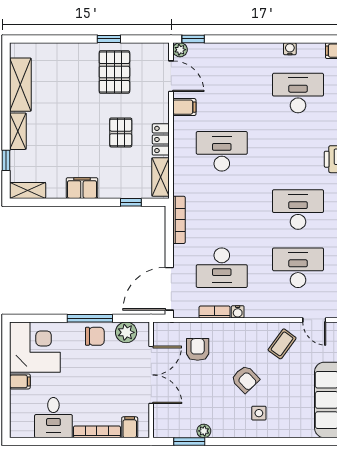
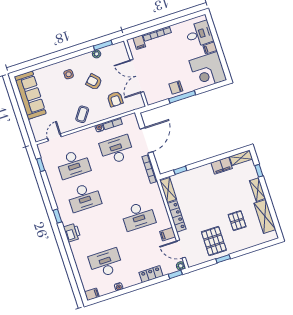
locker: (232, 52) -> (151, 274), added
desk: (298, 93) -> (106, 263), turned 180
pallet: (121, 132) -> (237, 221), moved
locker: (161, 139) -> (177, 216), width x1.53
filing cabinet: (82, 188) -> (222, 166), moved
door: (169, 289) -> (146, 140), moved
door: (314, 320) -> (54, 137), hinge flipped
plant: (126, 332) -> (159, 96), removed
coffee table: (282, 344) -> (82, 114), moved
armchair: (245, 379) -> (94, 82), moved
desk: (53, 418) -> (199, 34), moved, turned 90

